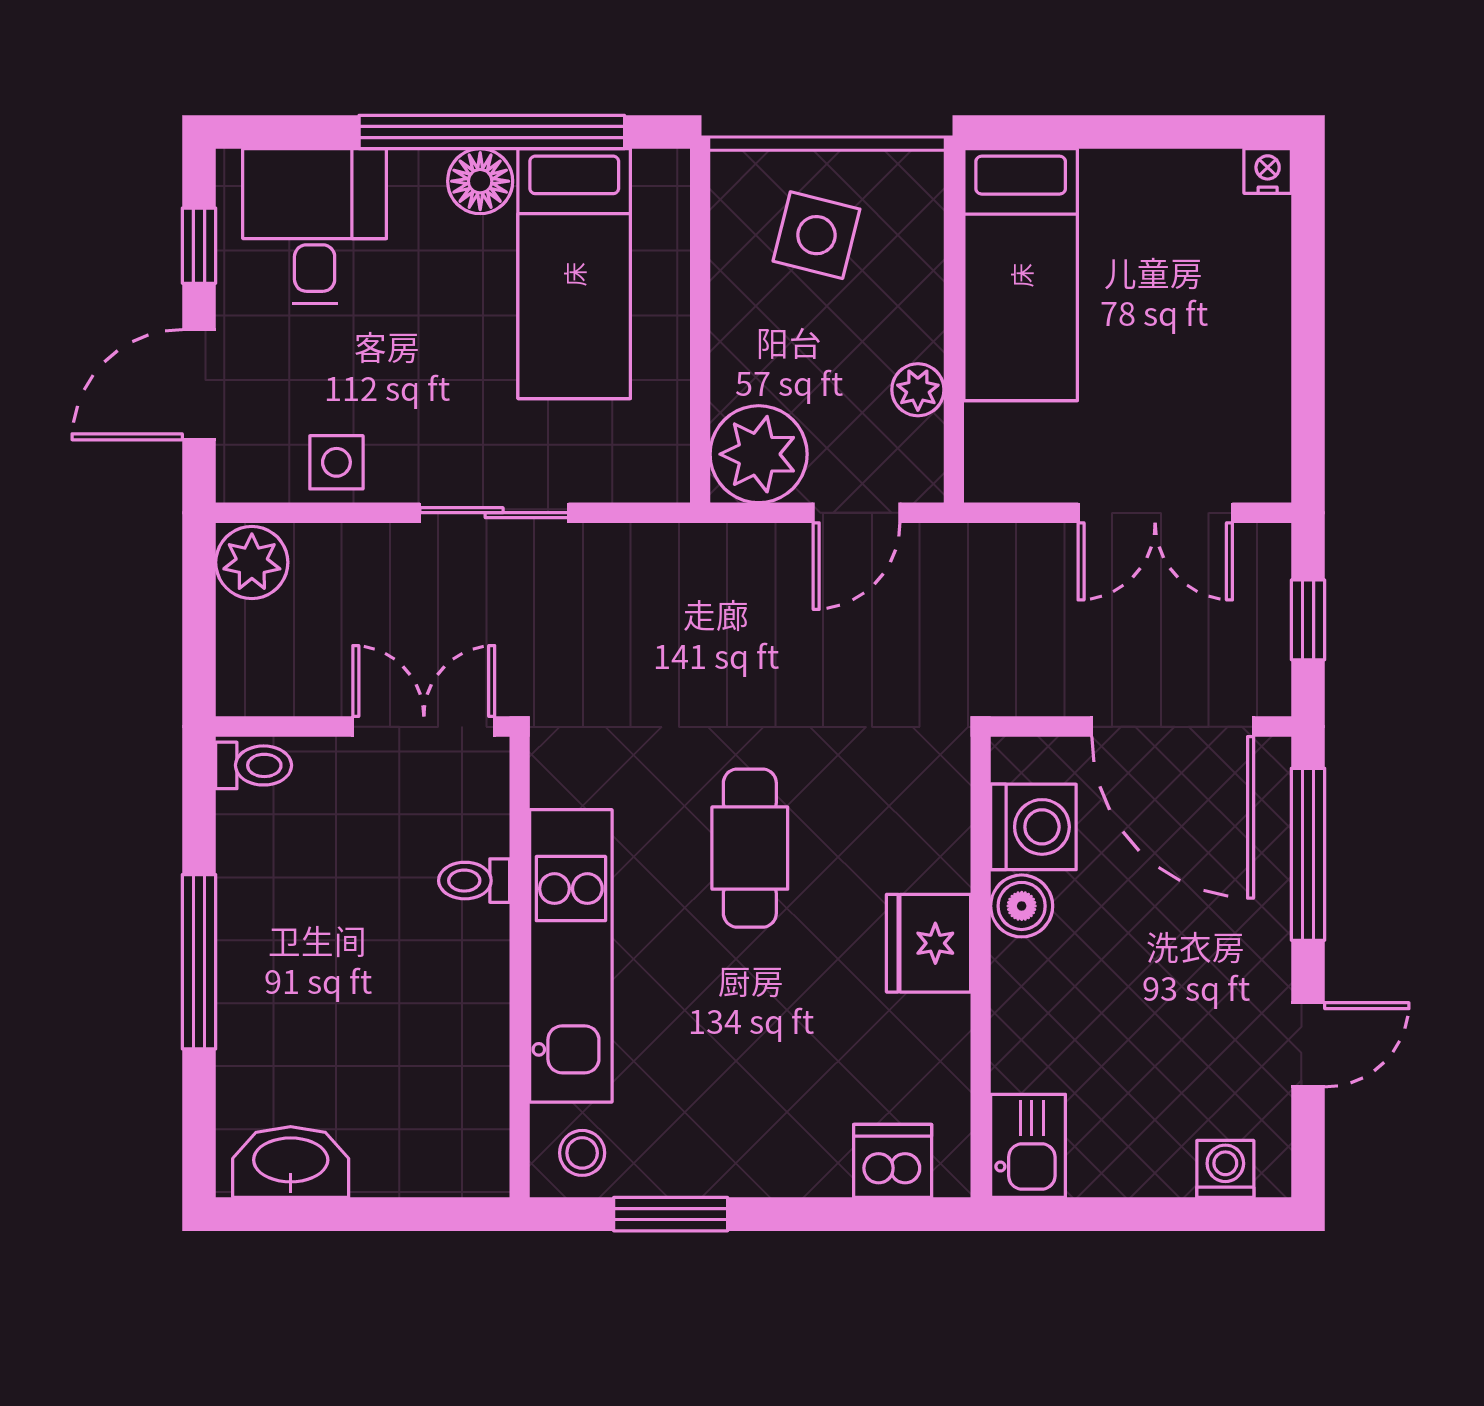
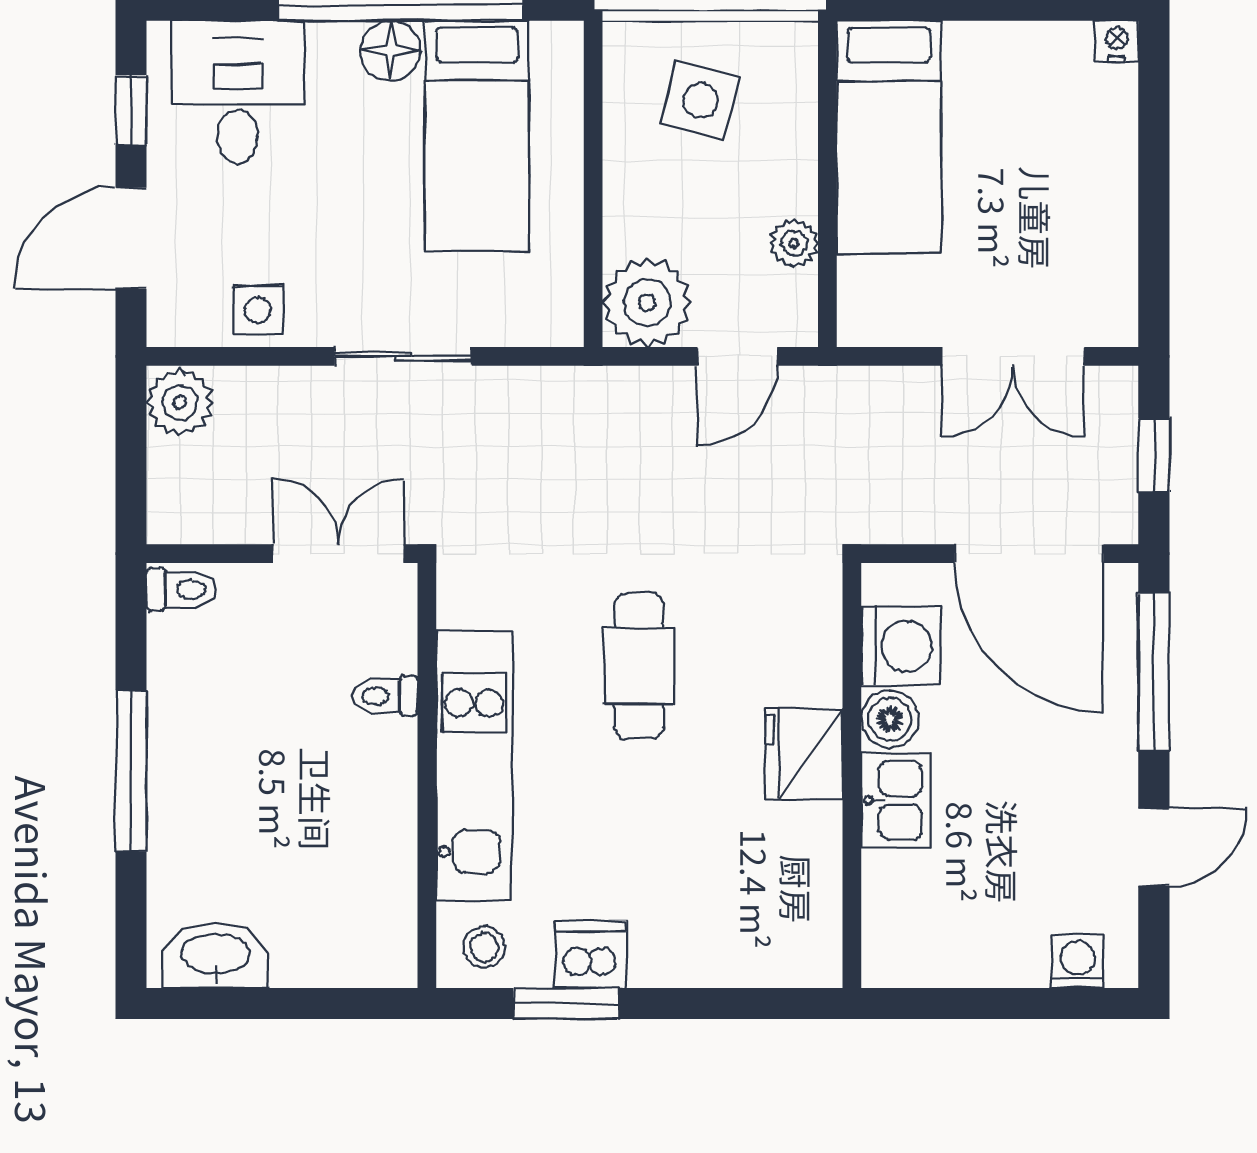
kitchen sink: (1028, 1146) -> (896, 800), moved
dishwasher: (893, 1161) -> (590, 954), moved

